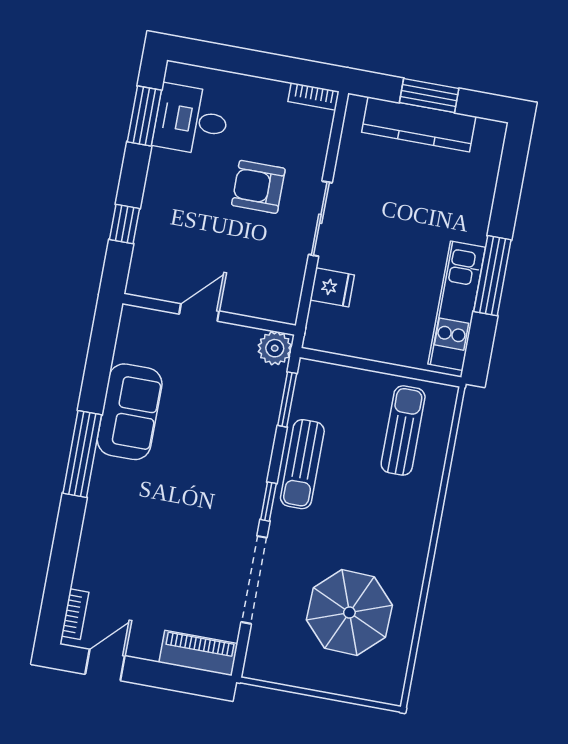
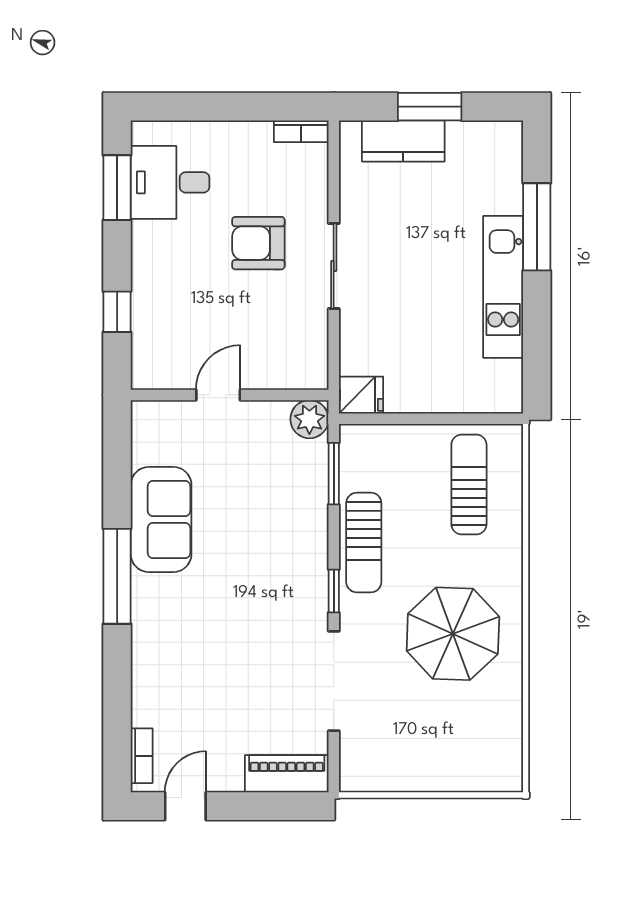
kitchen counter: (419, 124) -> (403, 141), width x0.67
window: (492, 276) -> (537, 227), moved
fridge: (332, 287) -> (361, 395), moved
kitchen unit: (457, 306) -> (503, 287), moved
parasol: (349, 612) -> (453, 634), moved

